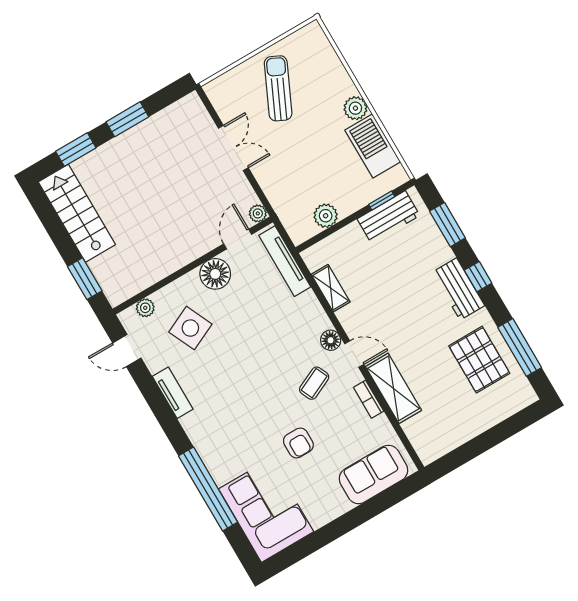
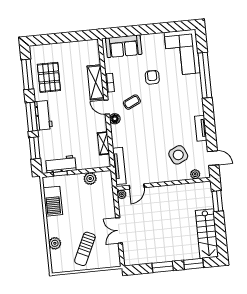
plant: (355, 108) -> (55, 243), moved
floor lamp: (215, 274) -> (155, 175), removed
window: (478, 277) -> (32, 117), width x2.17

